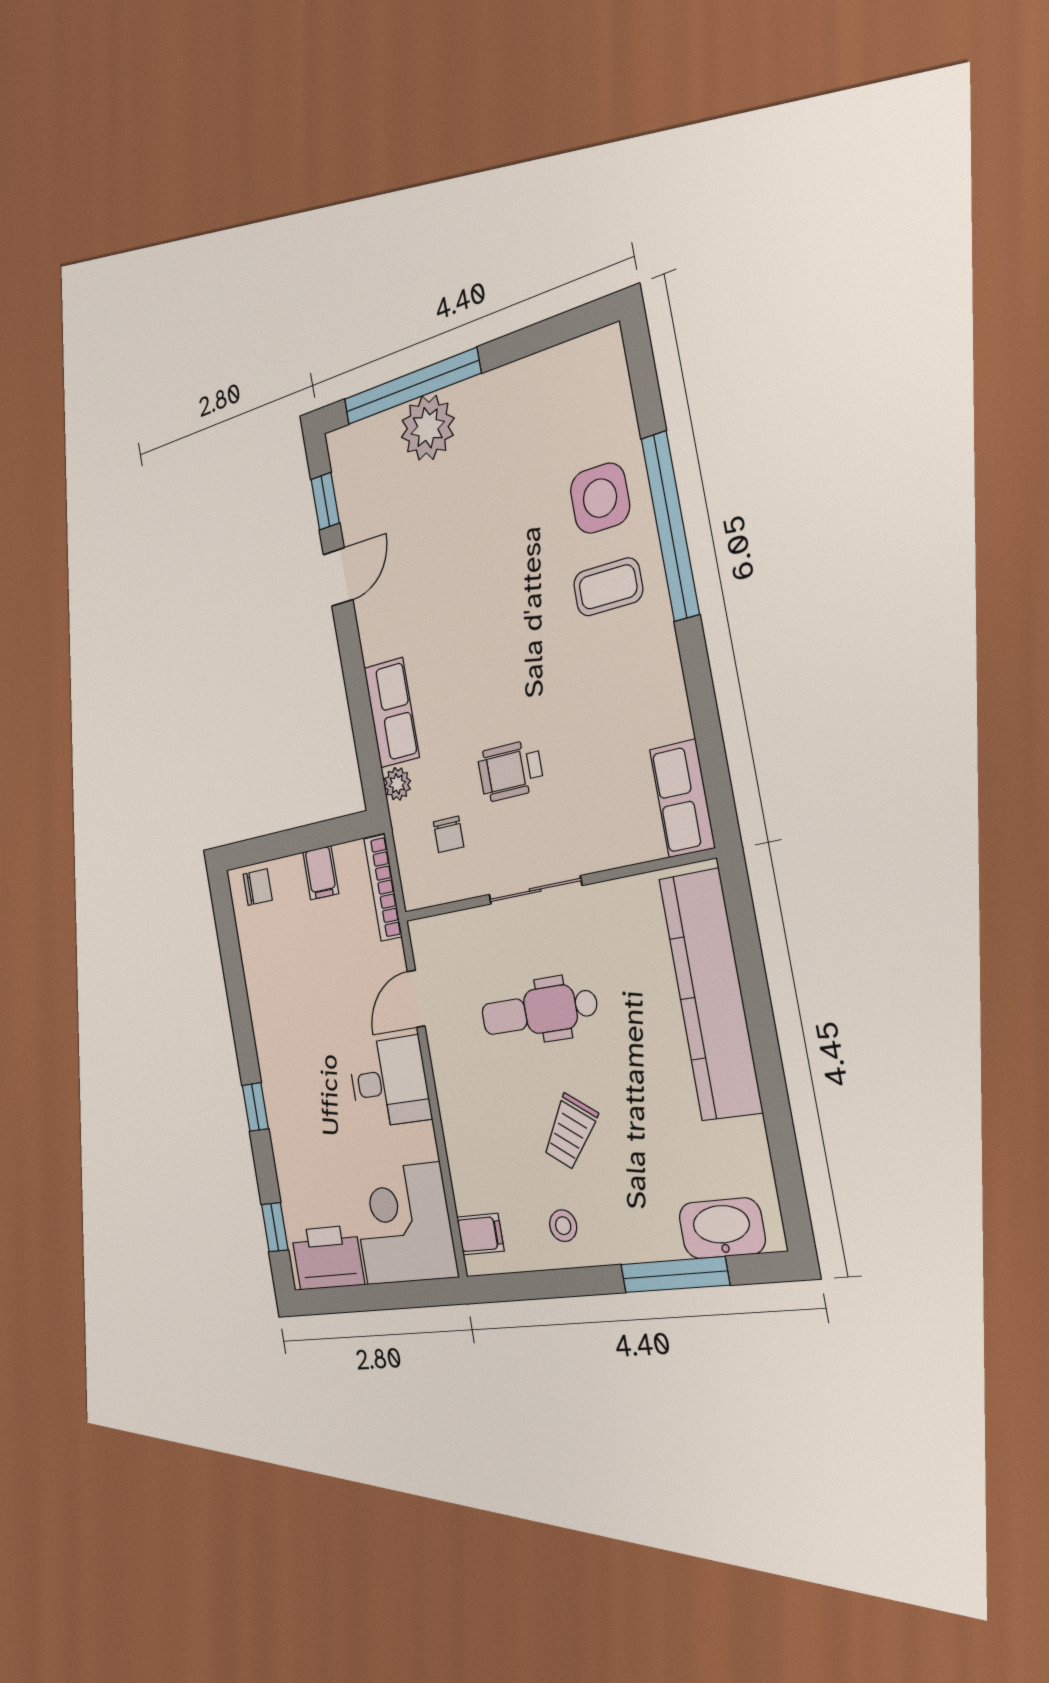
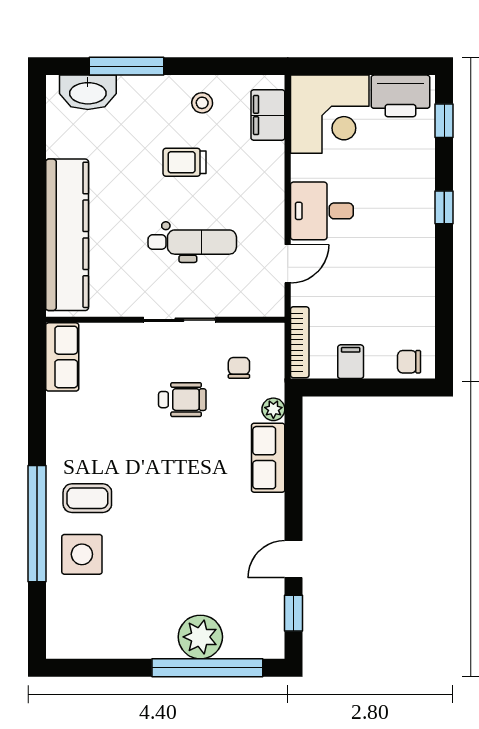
trolley: (570, 1132) -> (185, 162), turned -125
filing cabinet: (480, 1234) -> (268, 115), width x2.00

